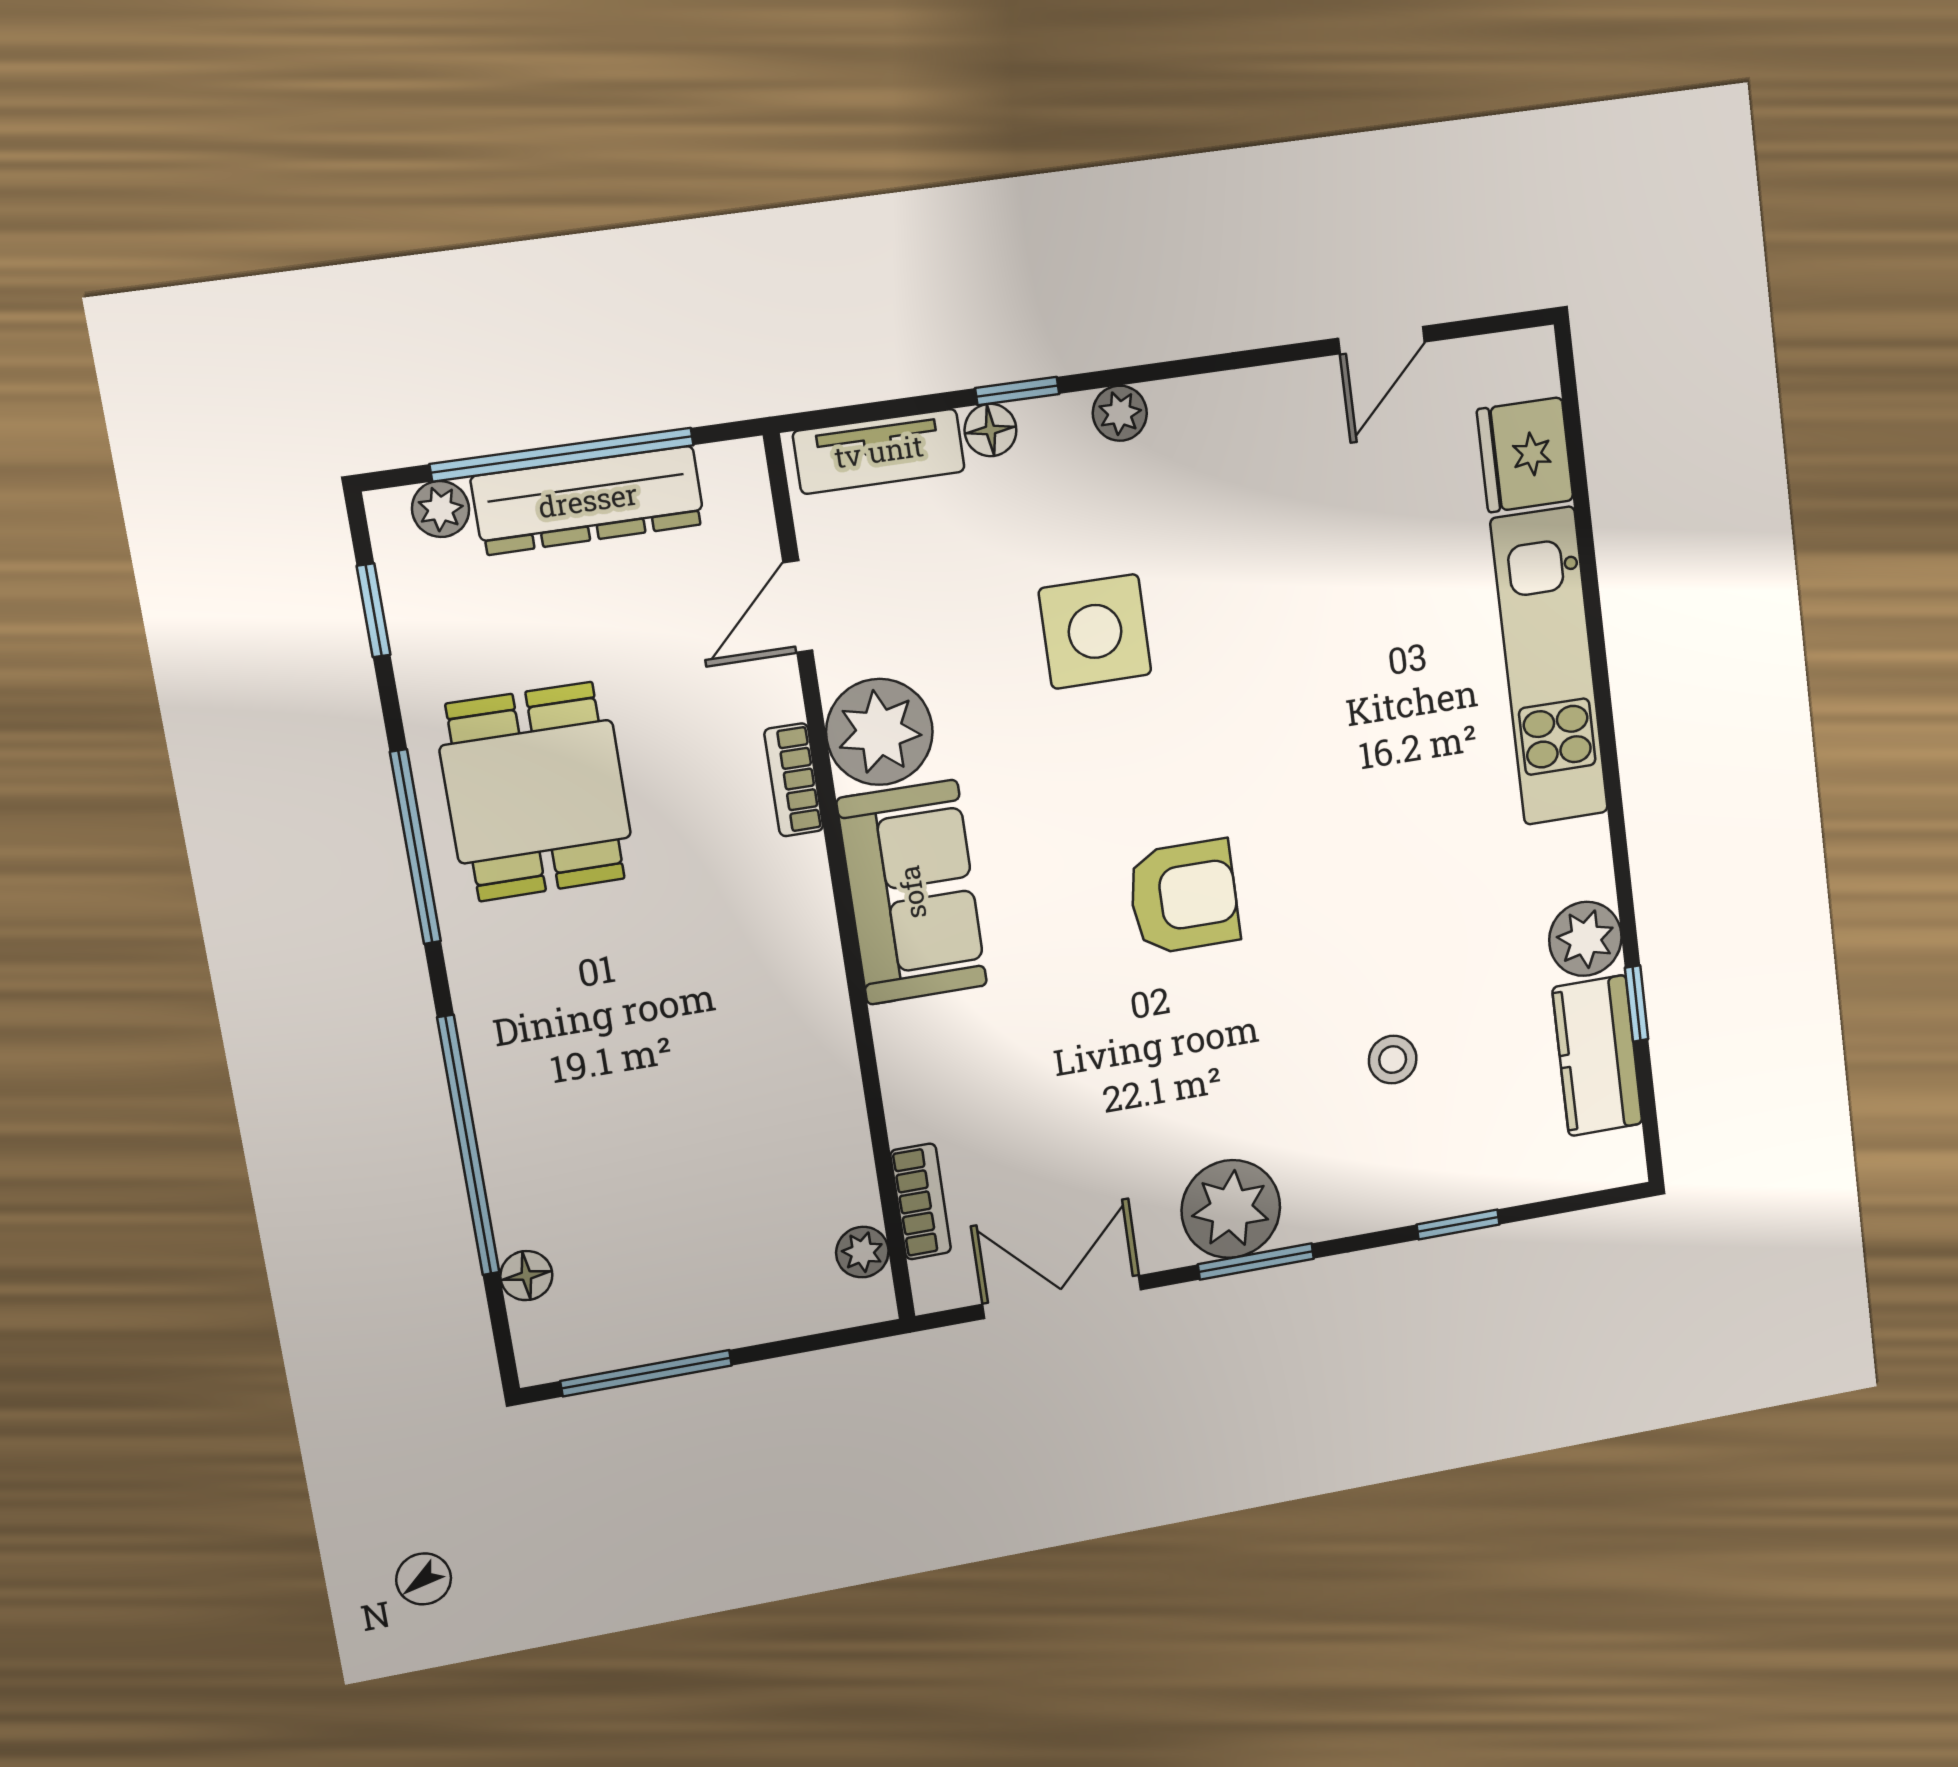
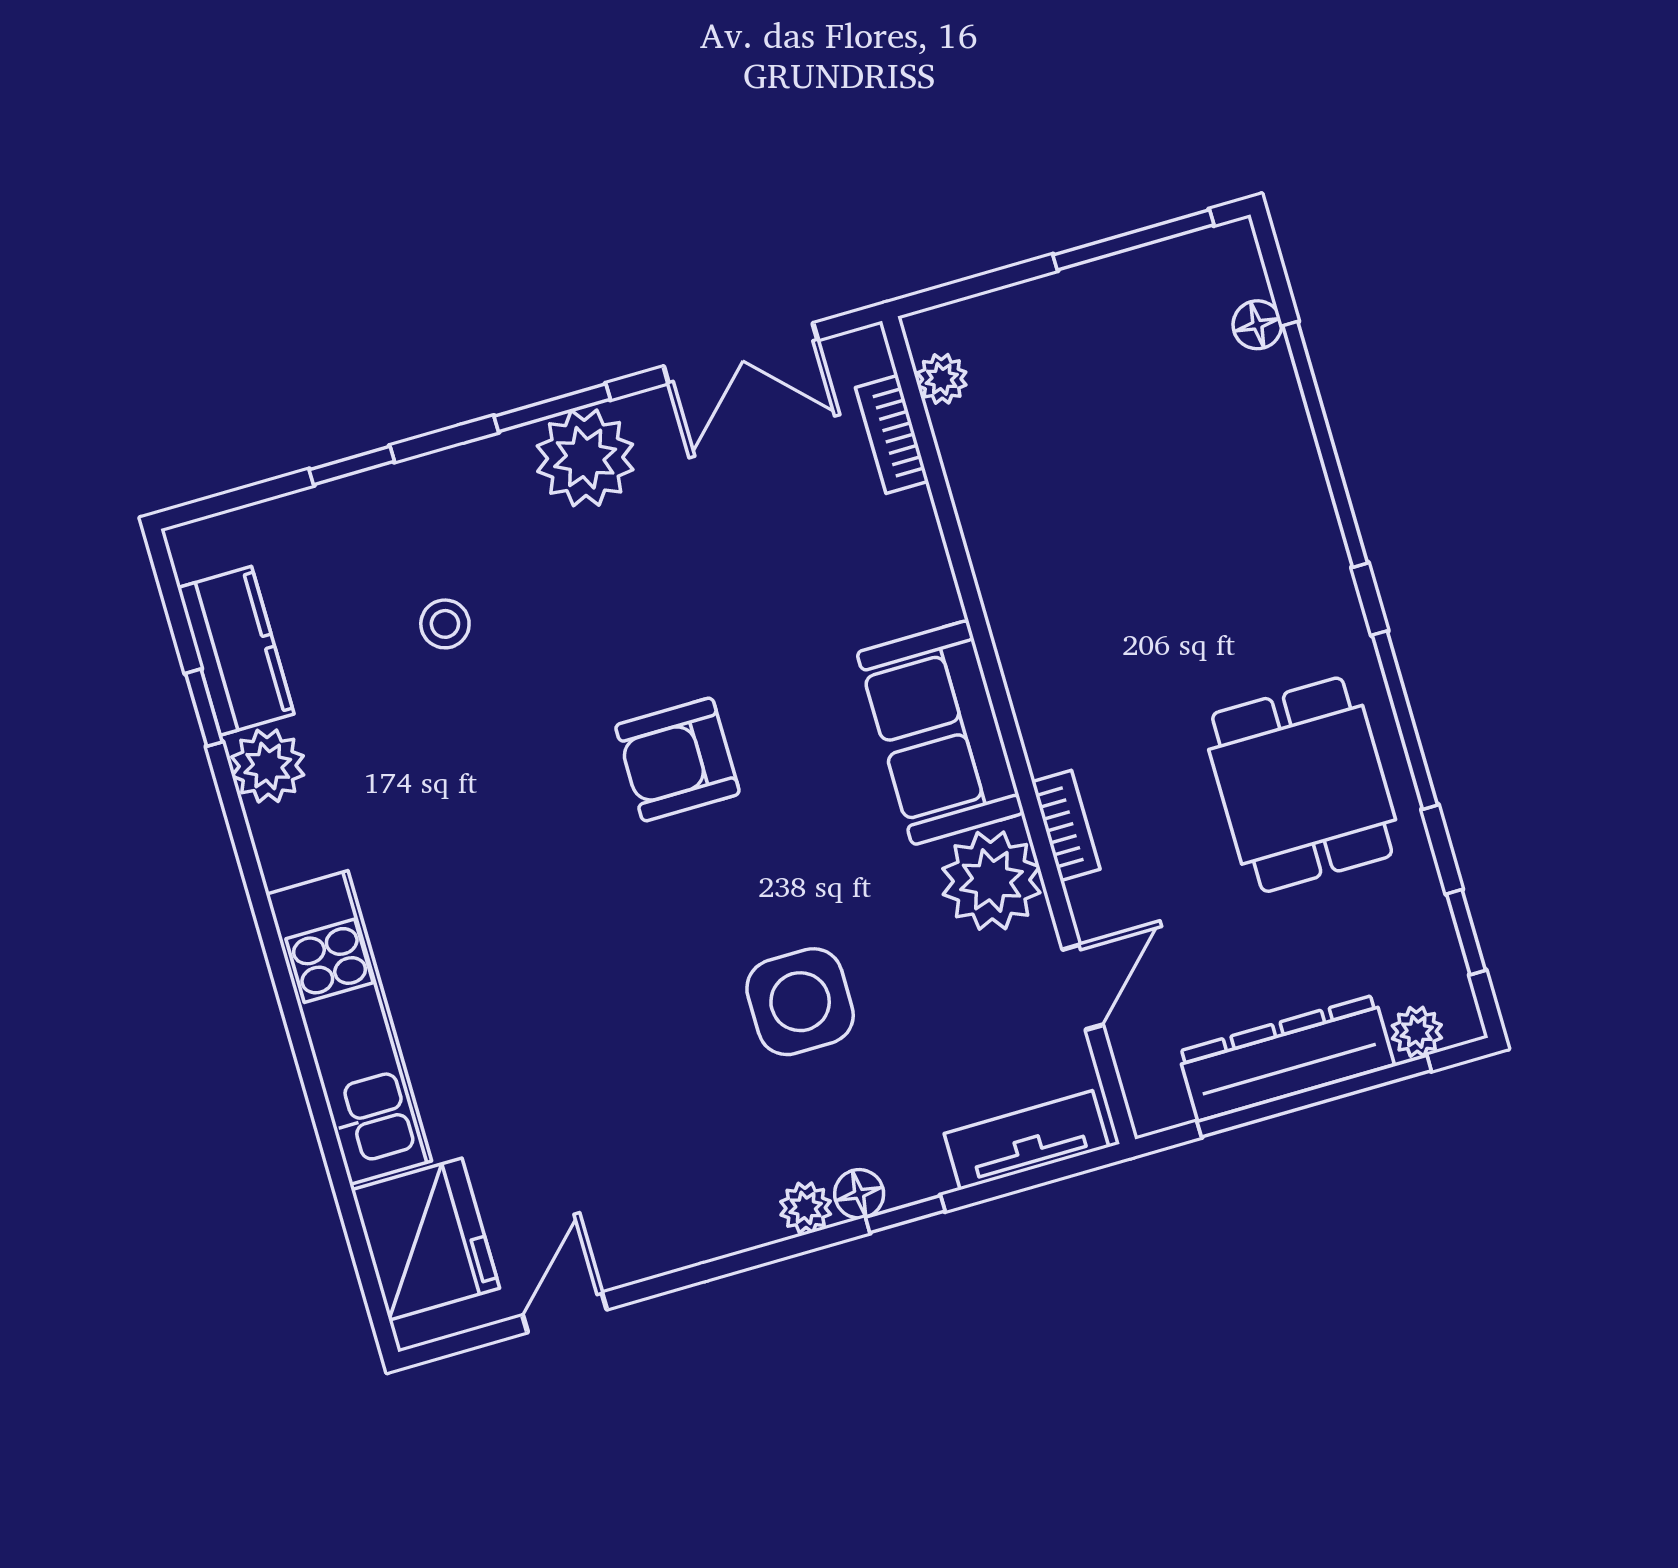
floor lamp: (990, 430) -> (859, 1194), moved
fridge: (1525, 455) -> (425, 1239), width x1.36, depth x1.34

